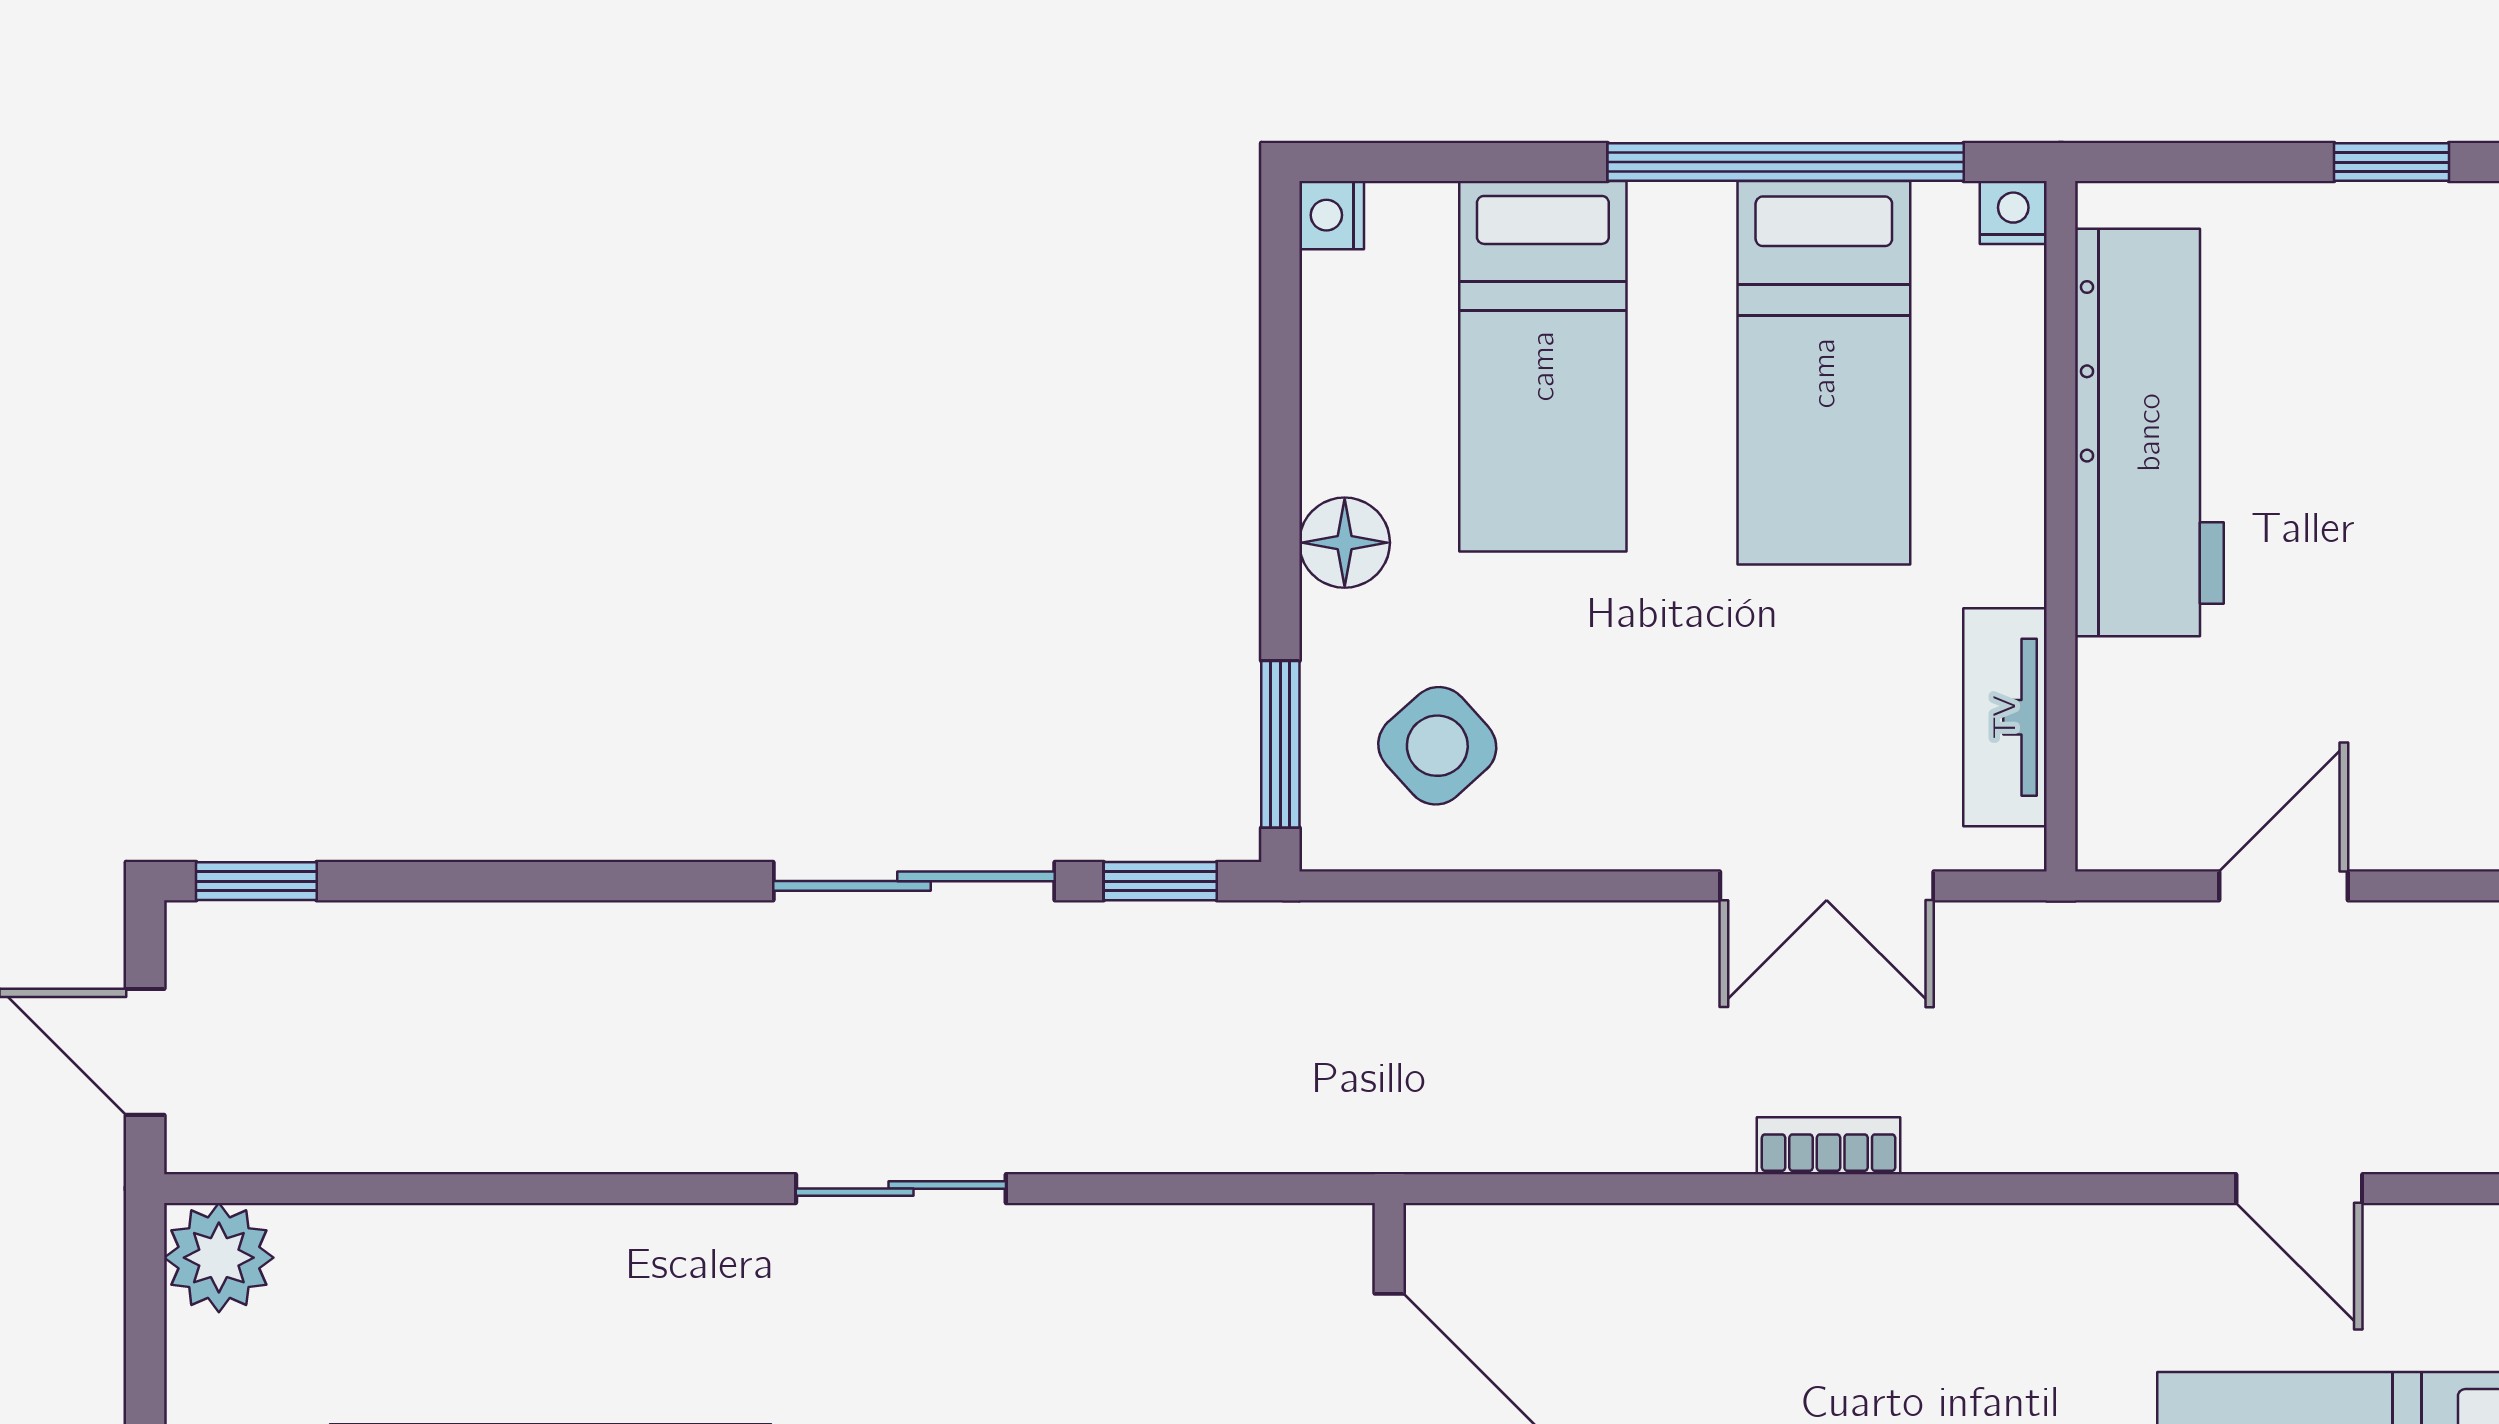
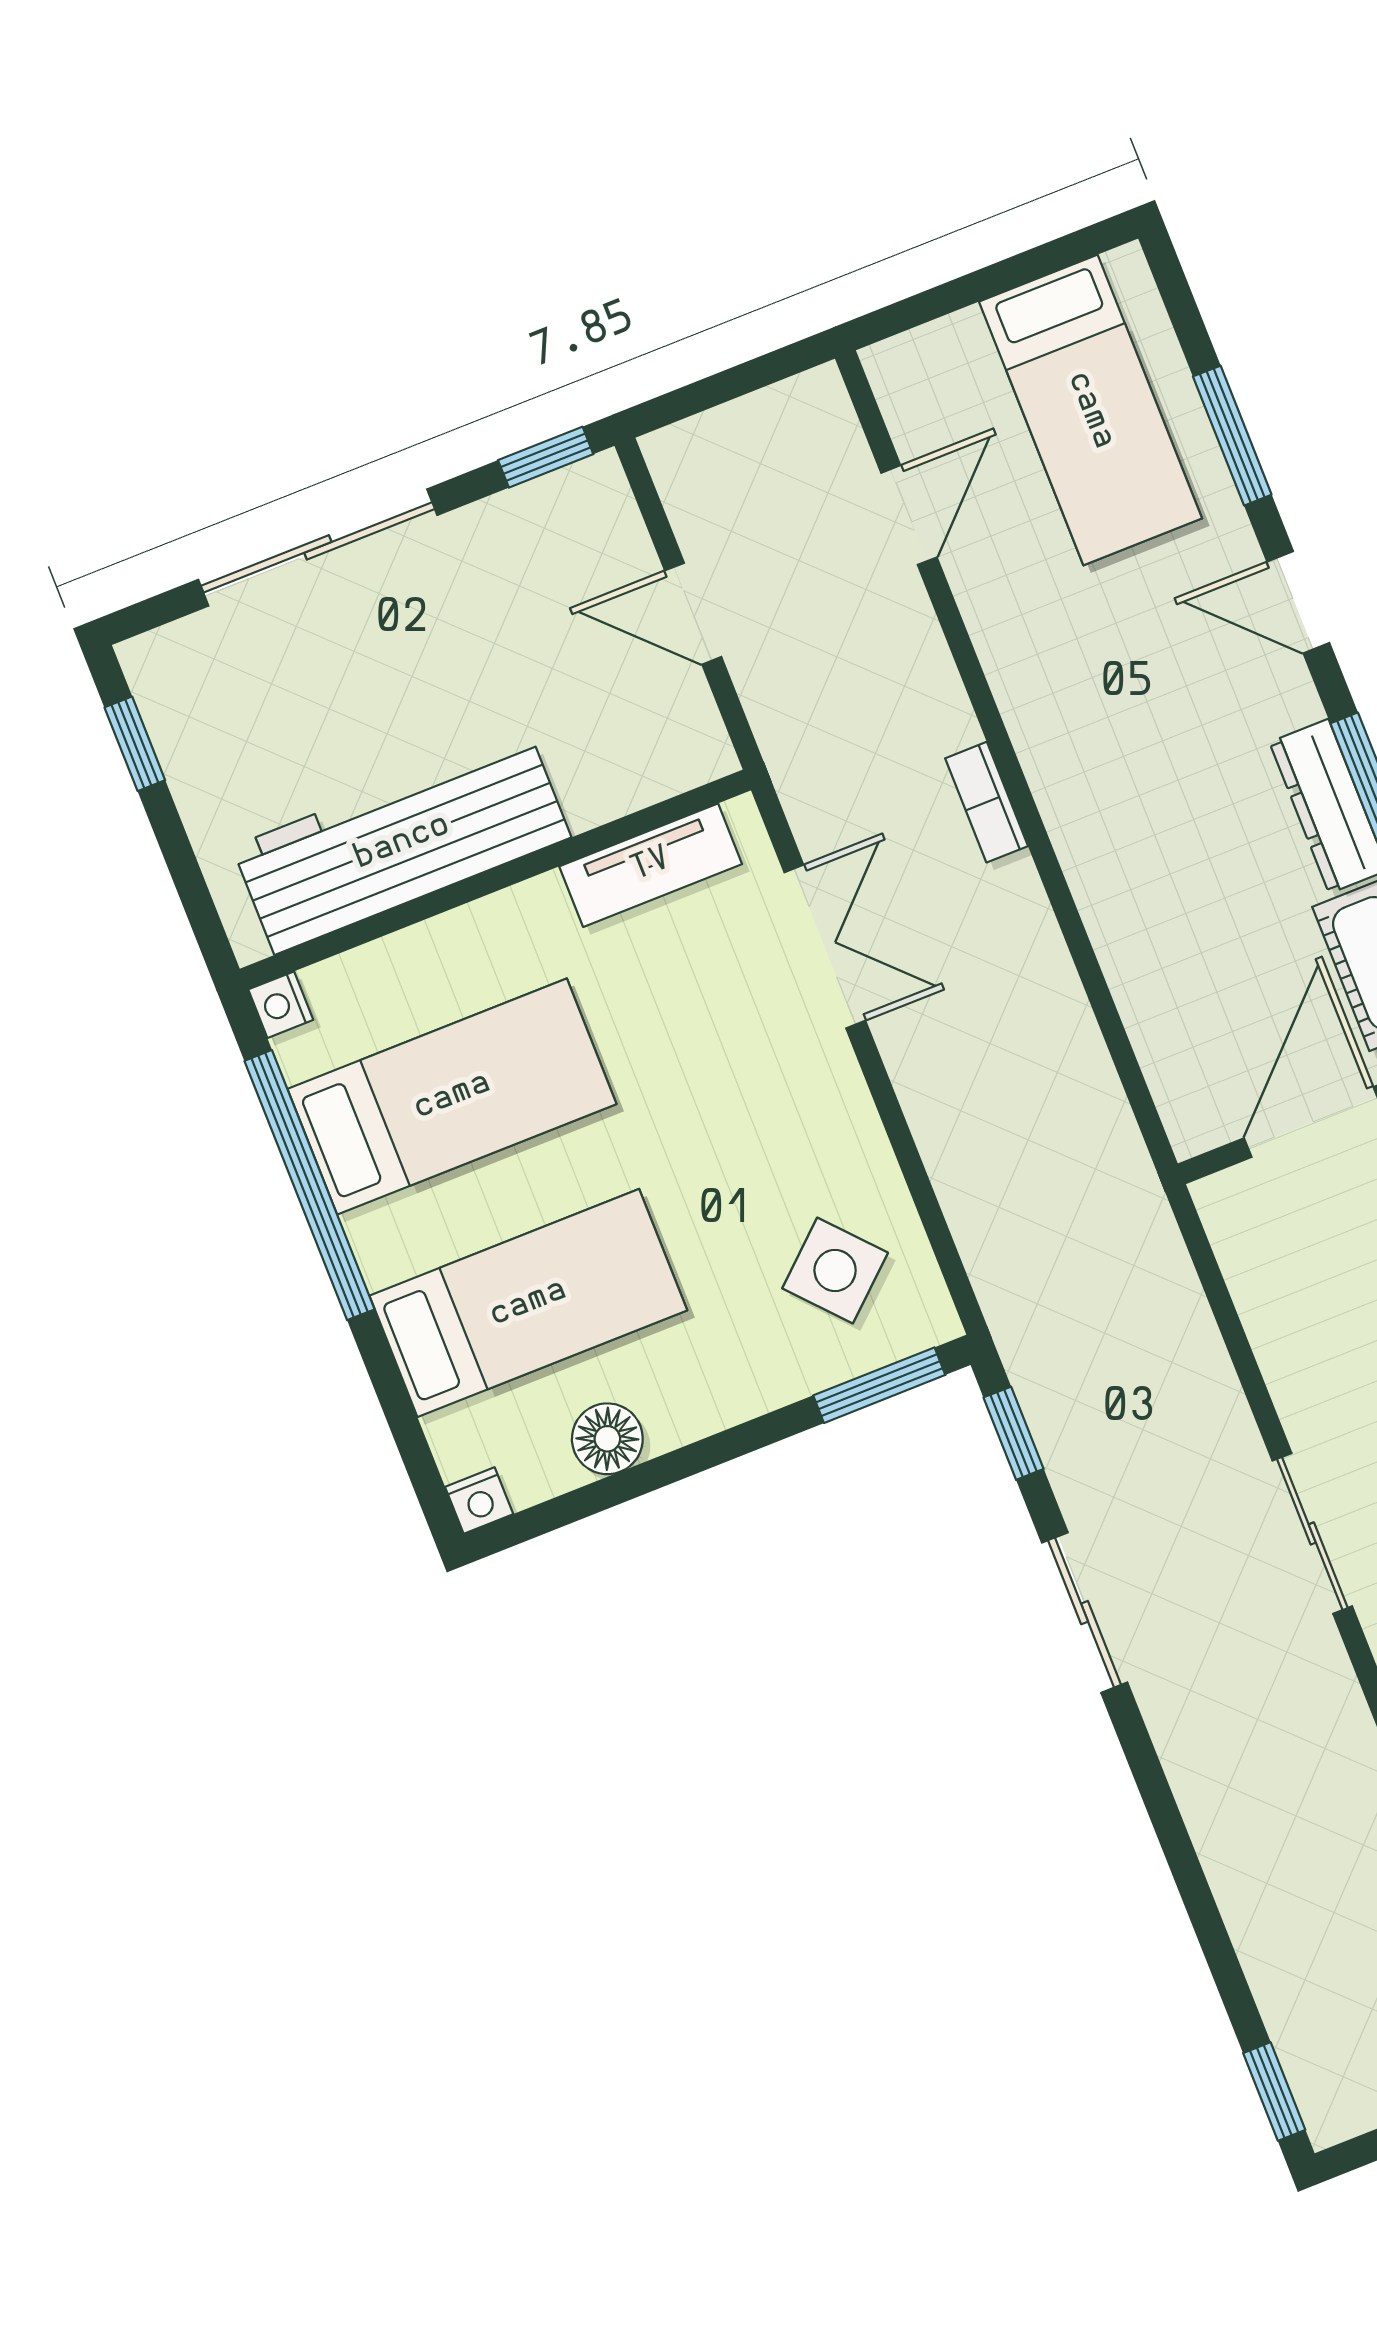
floor lamp: (1345, 543) -> (607, 1439), moved
sliding door: (914, 881) -> (1085, 1613), width x0.73
bookcase: (1829, 1146) -> (987, 802), moved

